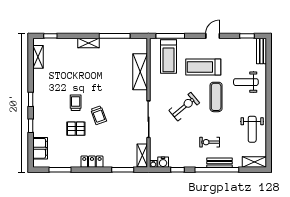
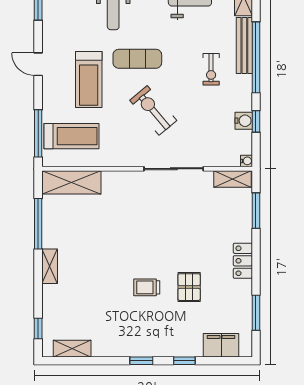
shelving: (140, 72) -> (71, 182), moved
trolley: (99, 115) -> (167, 250), removed
water cooler: (163, 162) -> (244, 121), moved
bench: (220, 163) -> (244, 46), width x1.36

